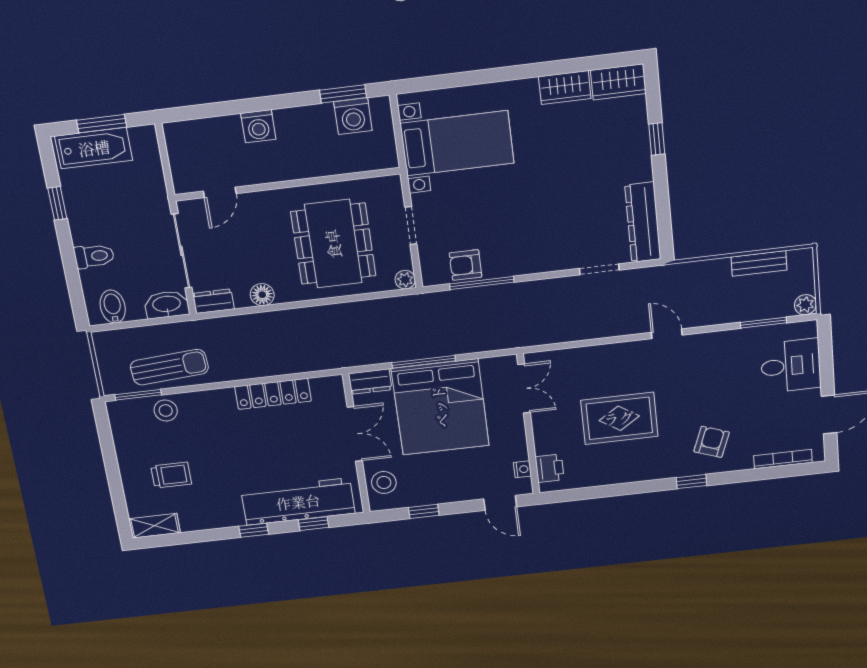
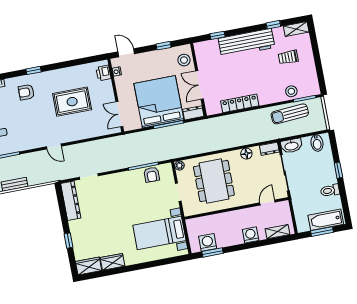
shelving: (199, 129) -> (278, 232), added
window: (57, 203) -> (338, 170), moved
toilet: (94, 256) -> (330, 190), moved
armchair: (466, 265) -> (152, 175), turned 90
armchair: (712, 442) -> (26, 92), turned 70
workbench: (298, 502) -> (246, 43), moved
window: (254, 530) -> (273, 25), moved

